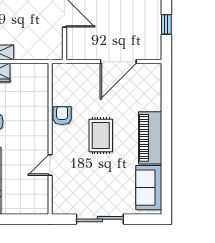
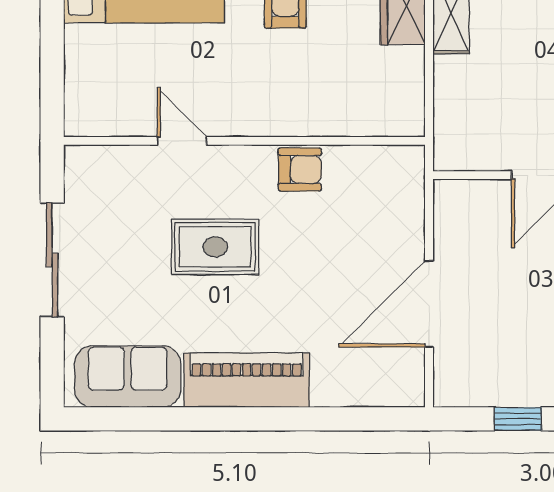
door: (118, 62) -> (429, 304), hinge flipped
rug: (101, 135) -> (215, 247), moved

